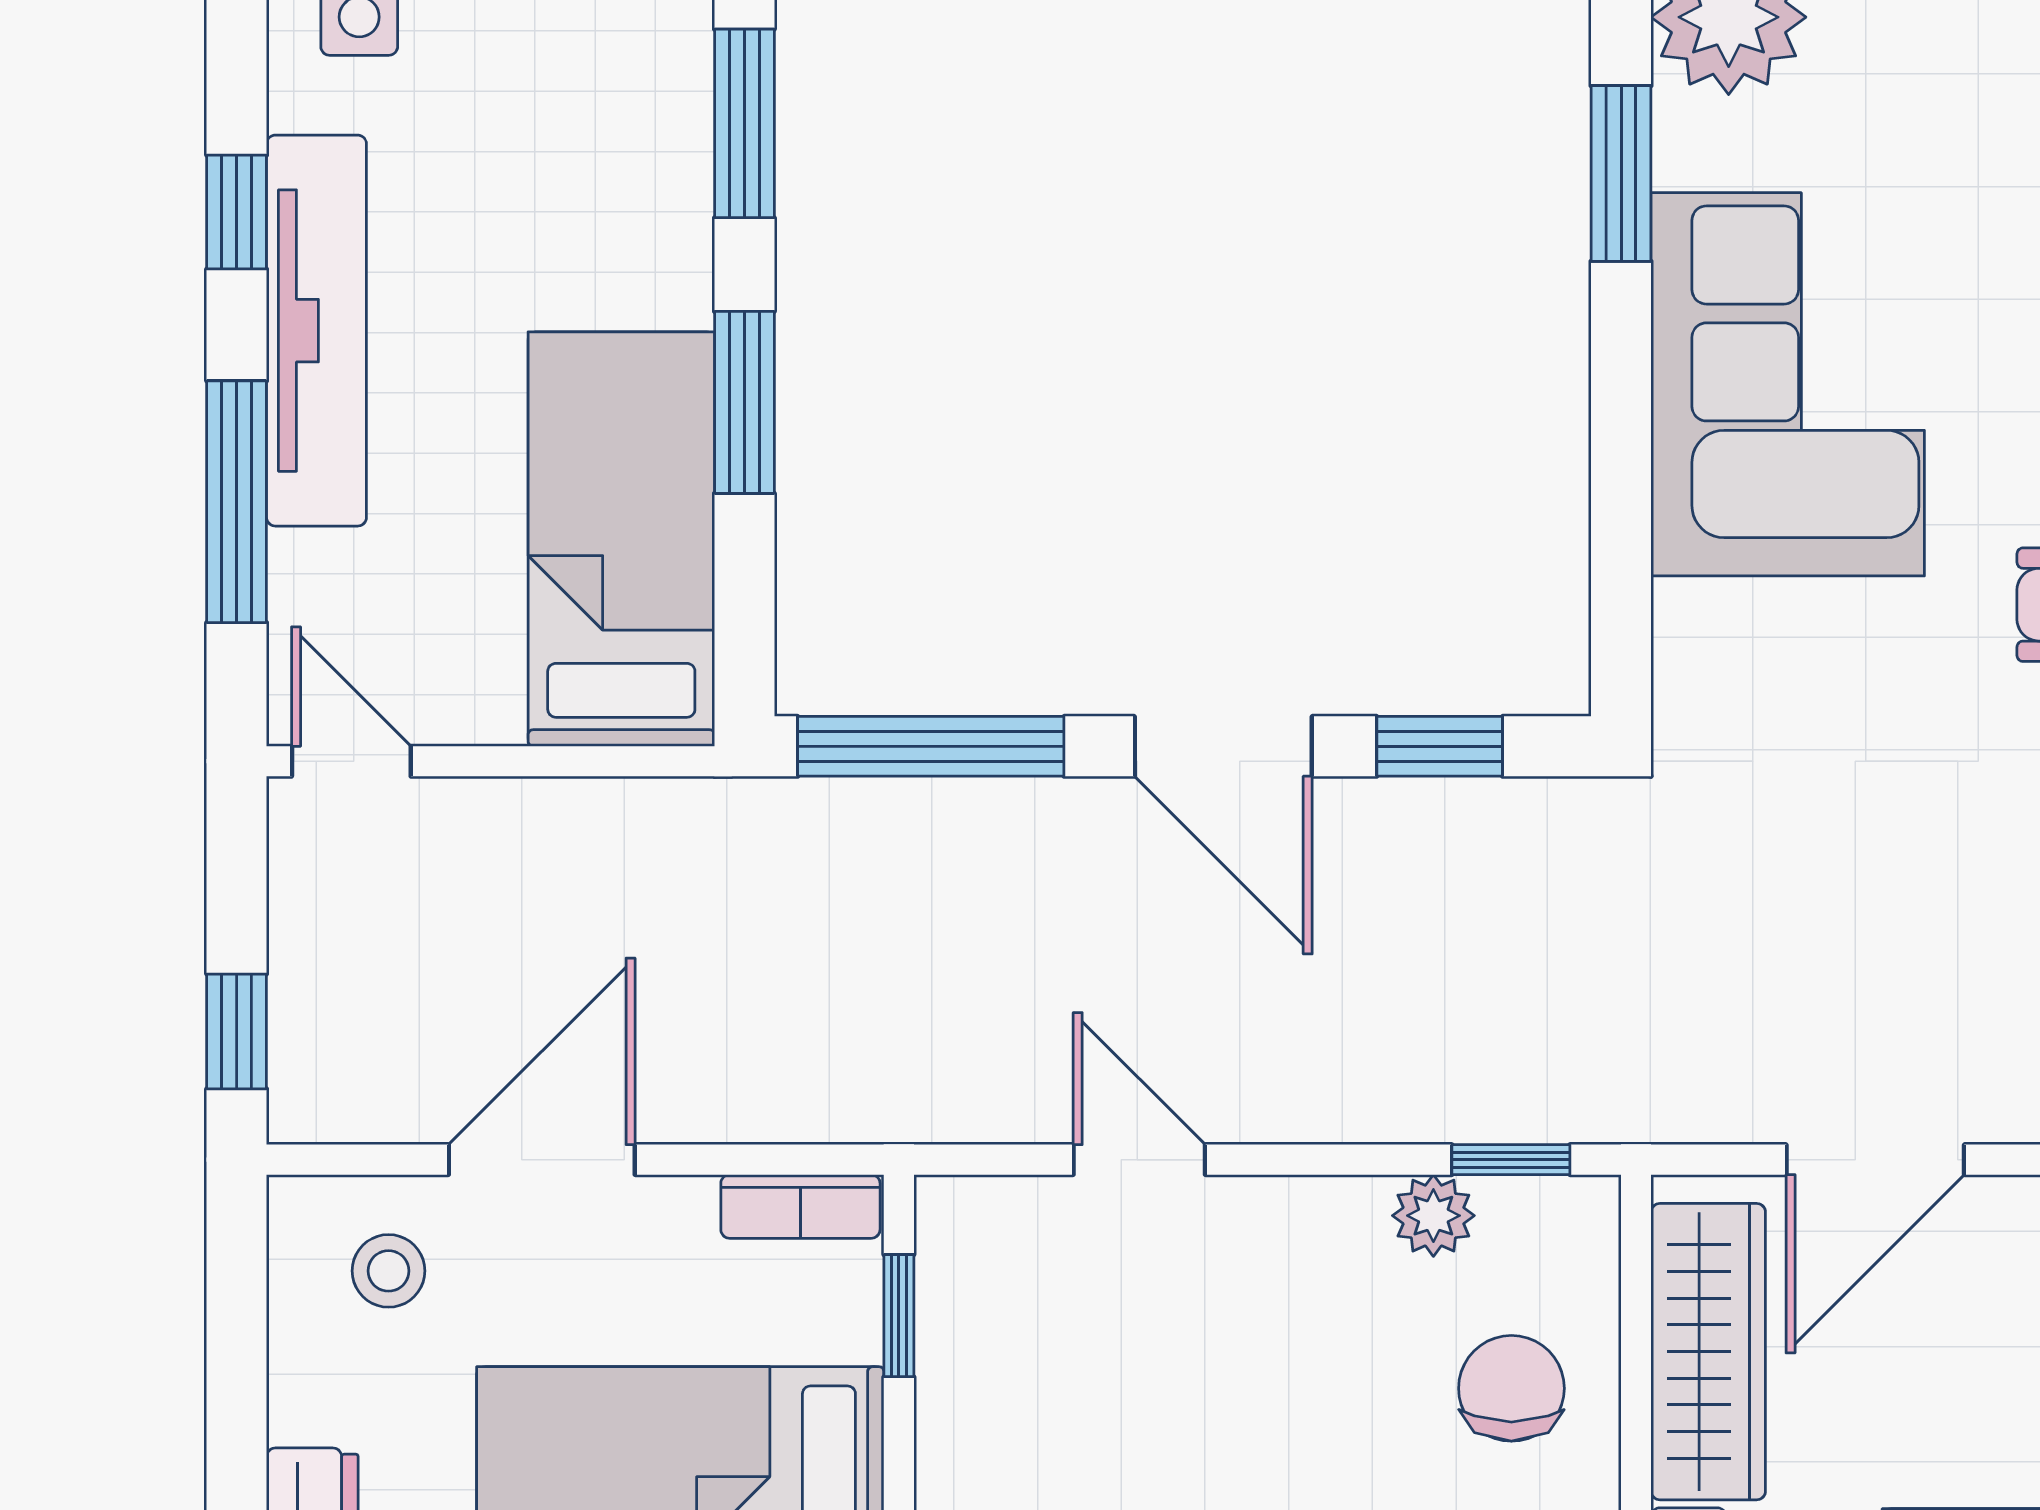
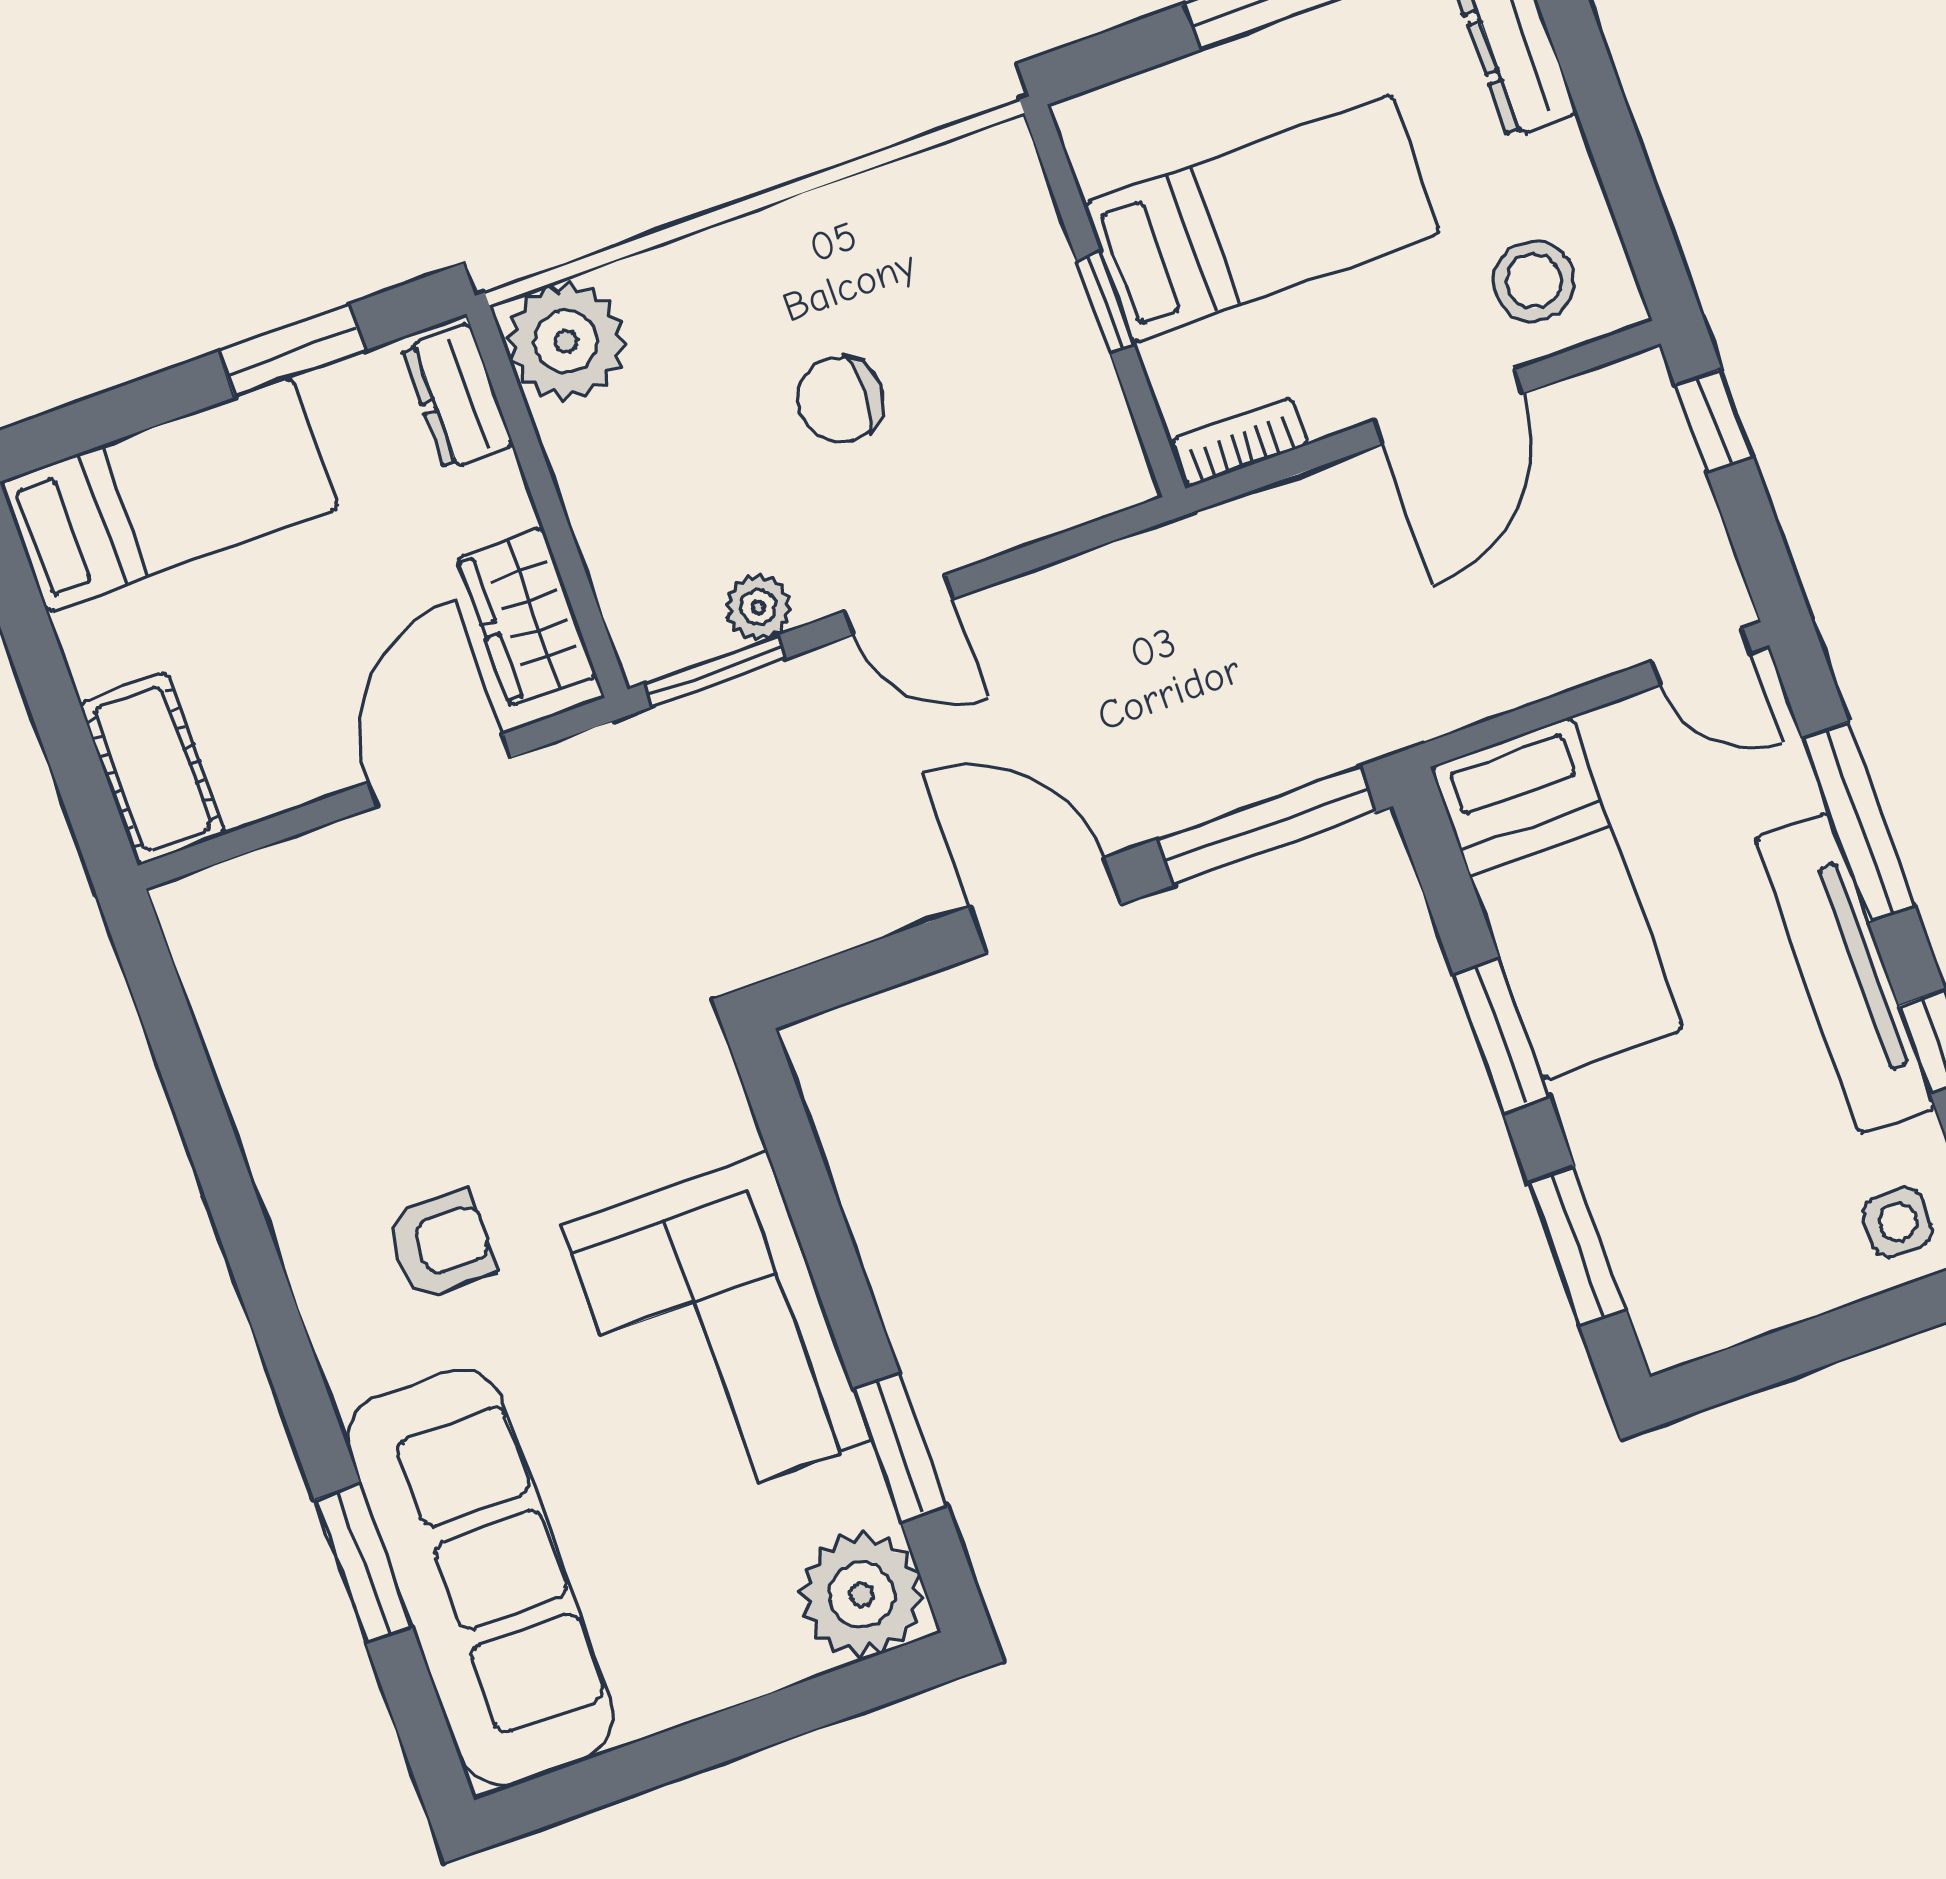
window: (1440, 746) -> (881, 964), removed
door: (1139, 1160) -> (899, 605), moved
window: (1511, 1160) -> (715, 671), width x1.50
stool: (389, 1271) -> (1534, 281), width x1.37, depth x1.37
window: (899, 1316) -> (1105, 303), moved
wardrobe: (1708, 1352) -> (527, 617), width x0.67
chair: (1511, 1388) -> (840, 400), moved, turned 90

